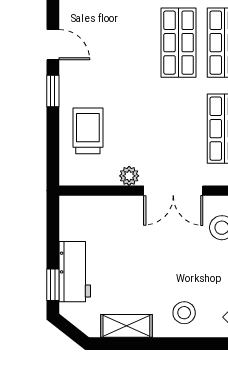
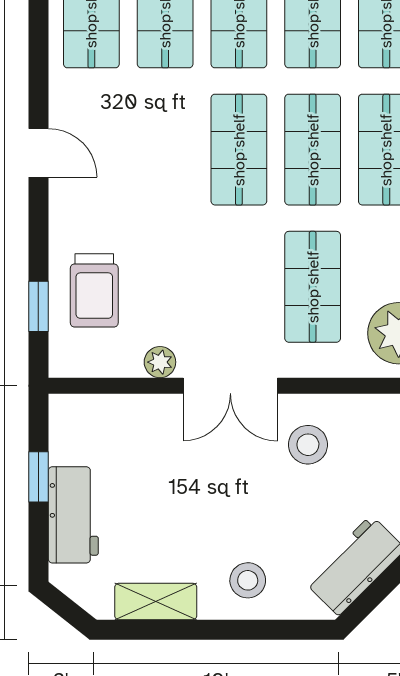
window: (53, 91) -> (38, 306), moved
trolley: (88, 131) -> (94, 290), turned 180
window: (53, 285) -> (38, 477), moved

